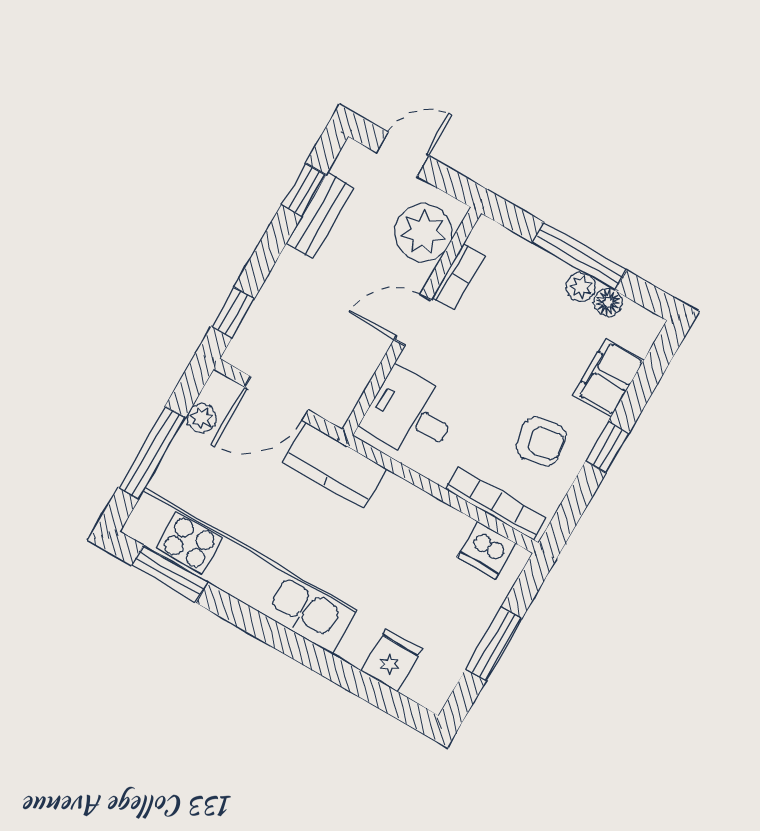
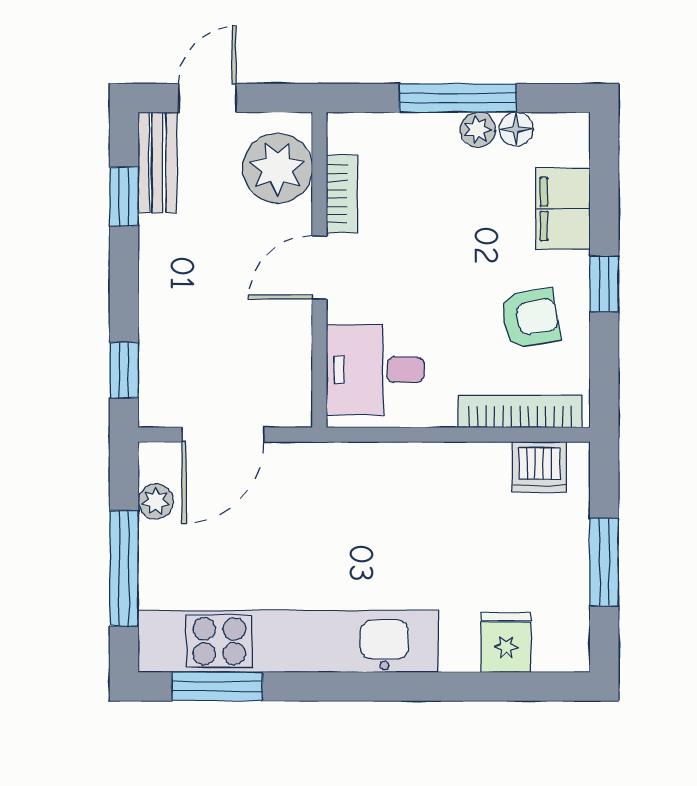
bench: (320, 215) -> (157, 162), moved
kitchen counter: (335, 466) -> (326, 470), removed

